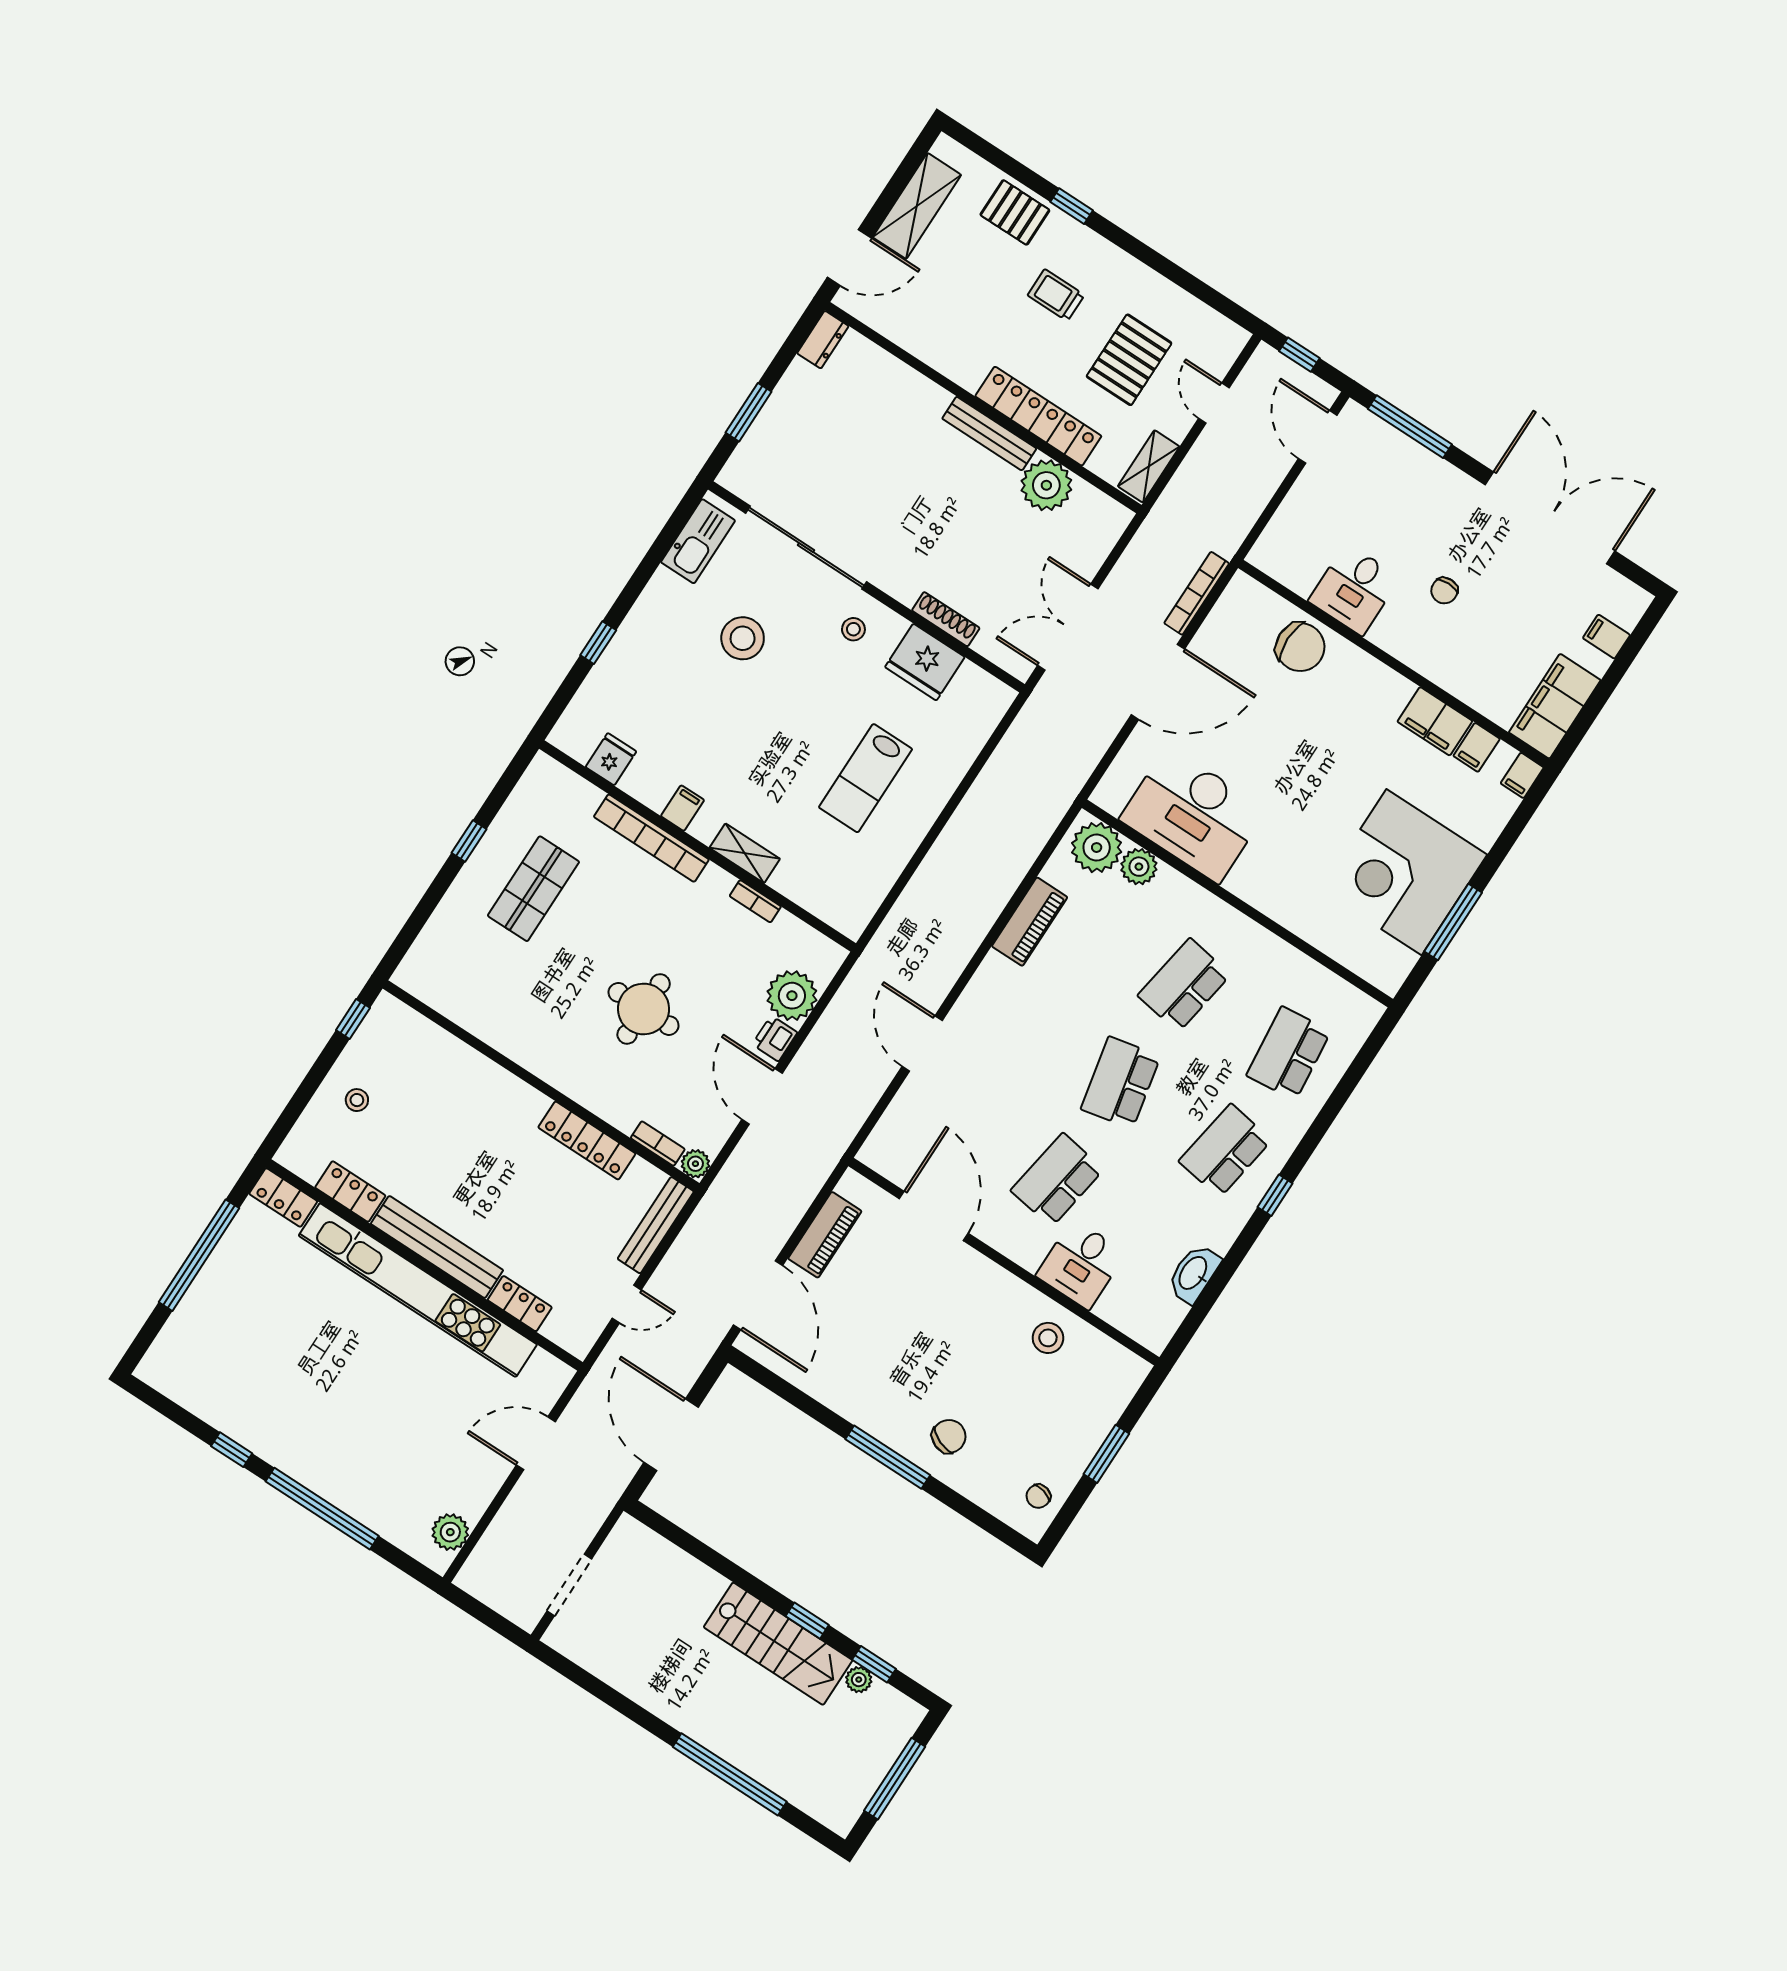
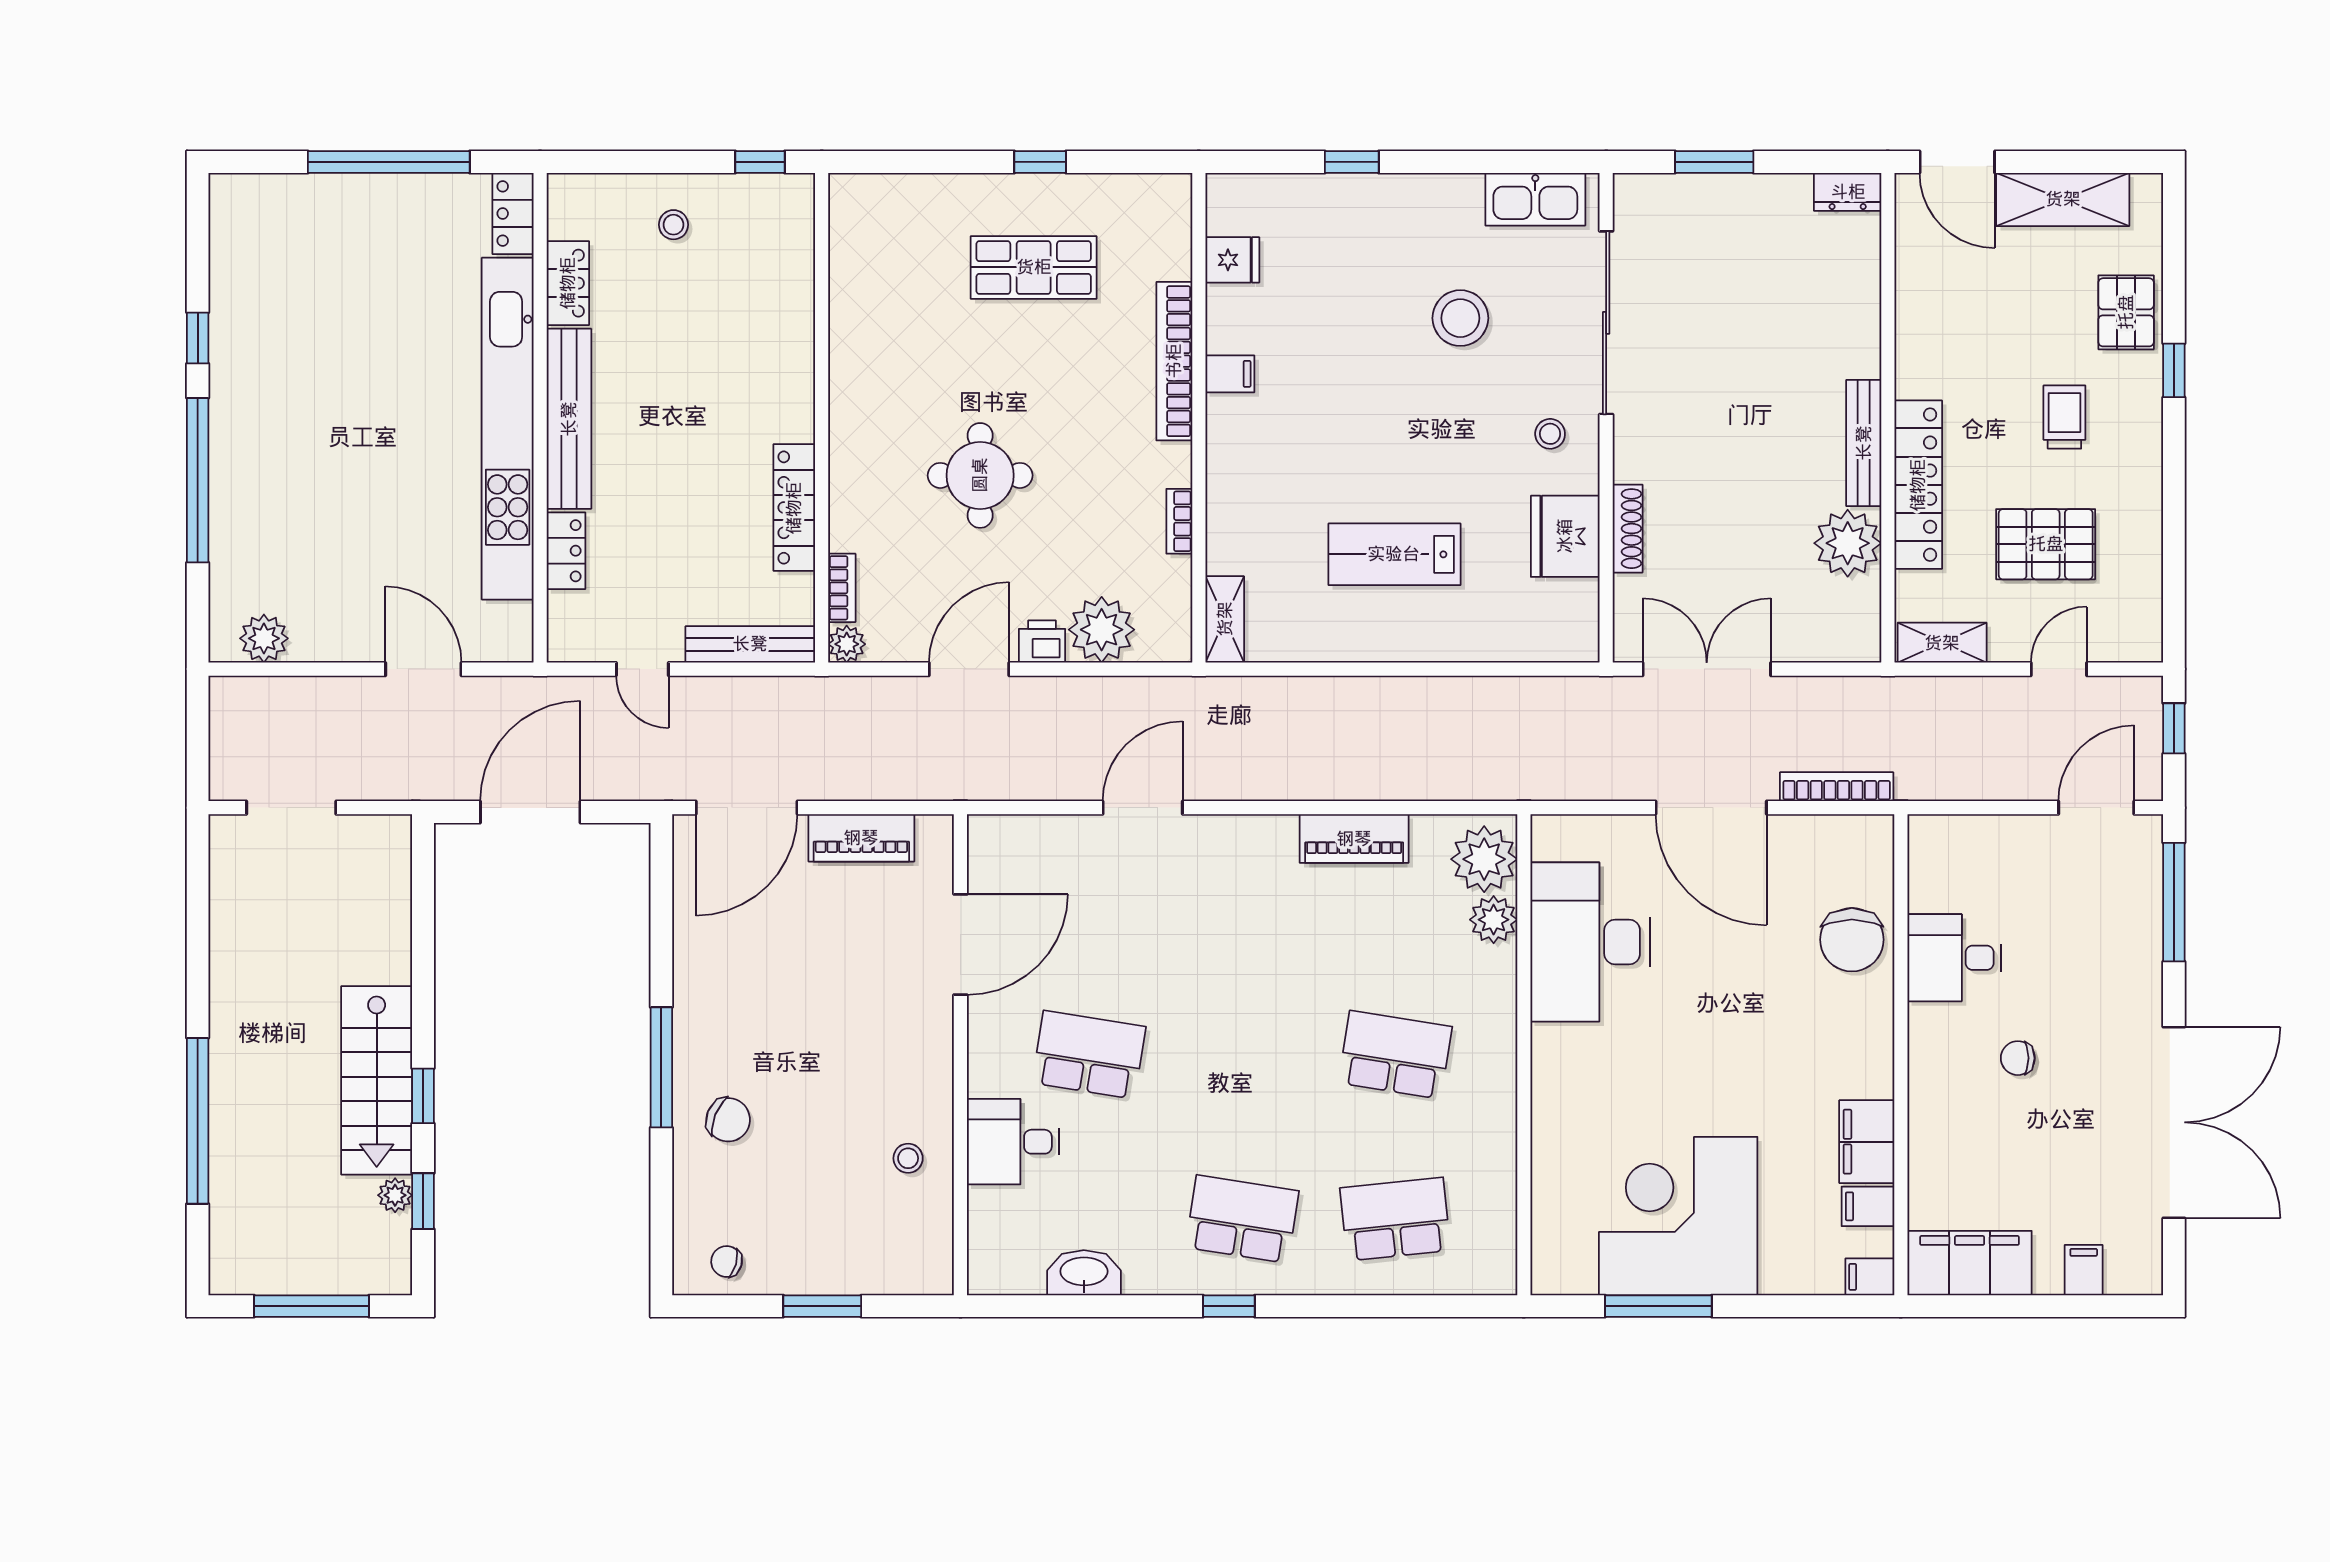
shelving: (745, 853) -> (1225, 619), moved
school desk: (1121, 1083) -> (1242, 1055), removed
stool: (1048, 1338) -> (908, 1158), width x0.73, depth x0.73

